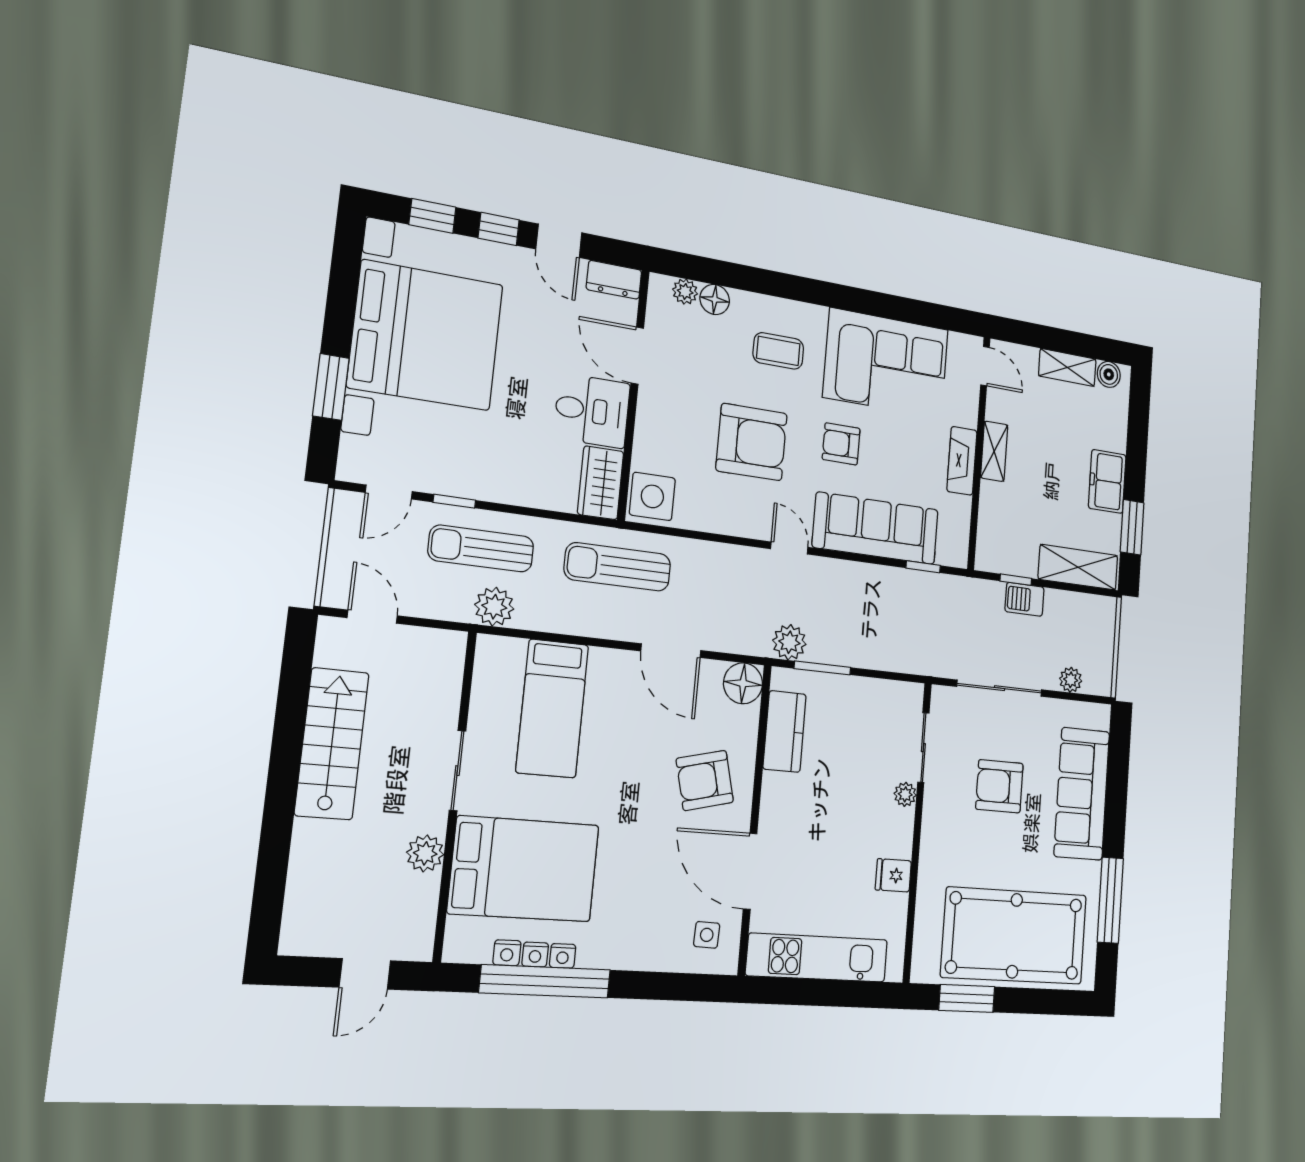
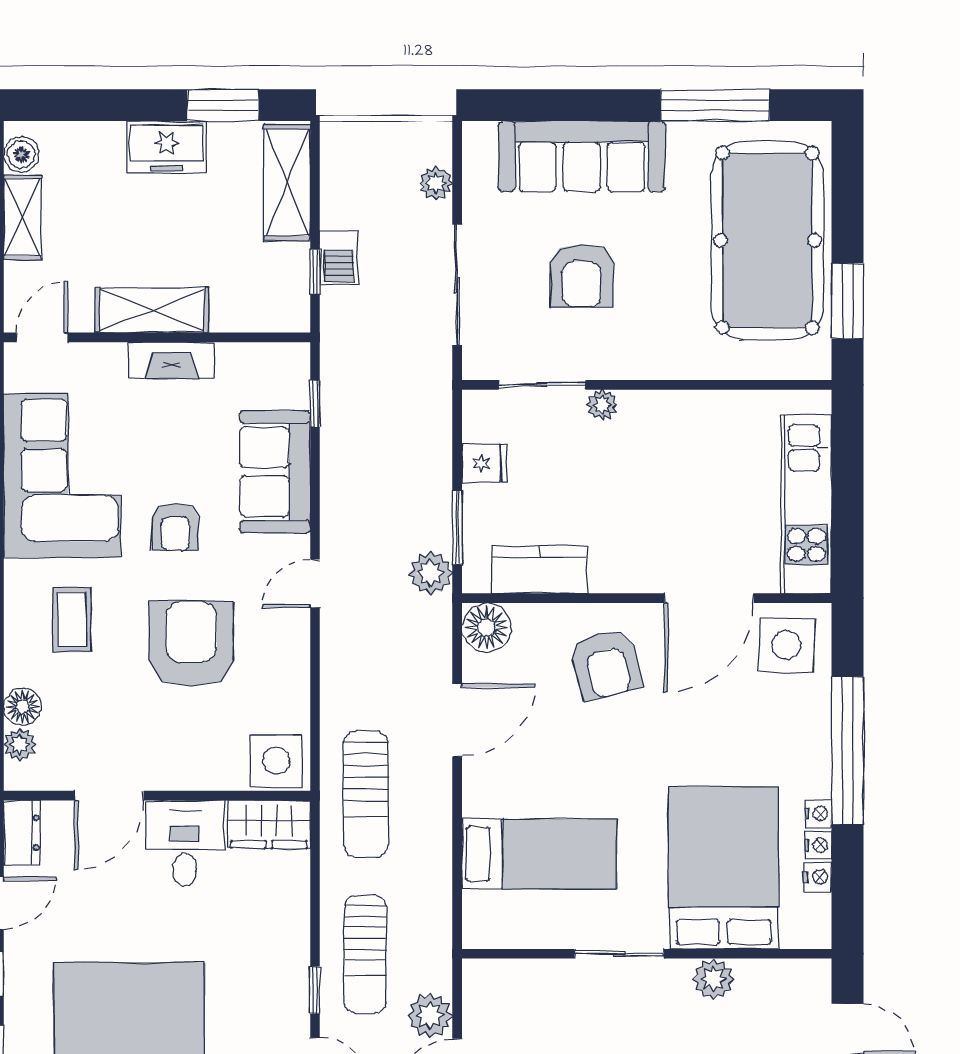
shelving: (994, 451) -> (152, 310), width x1.50, depth x1.33
sofa: (876, 528) -> (275, 472), width x0.73
plant: (494, 607) -> (430, 1015), moved
fridge: (893, 875) -> (485, 463), moved, turned -90
side table: (707, 935) -> (786, 645), width x1.87, depth x1.87
window: (545, 981) -> (848, 751), moved

